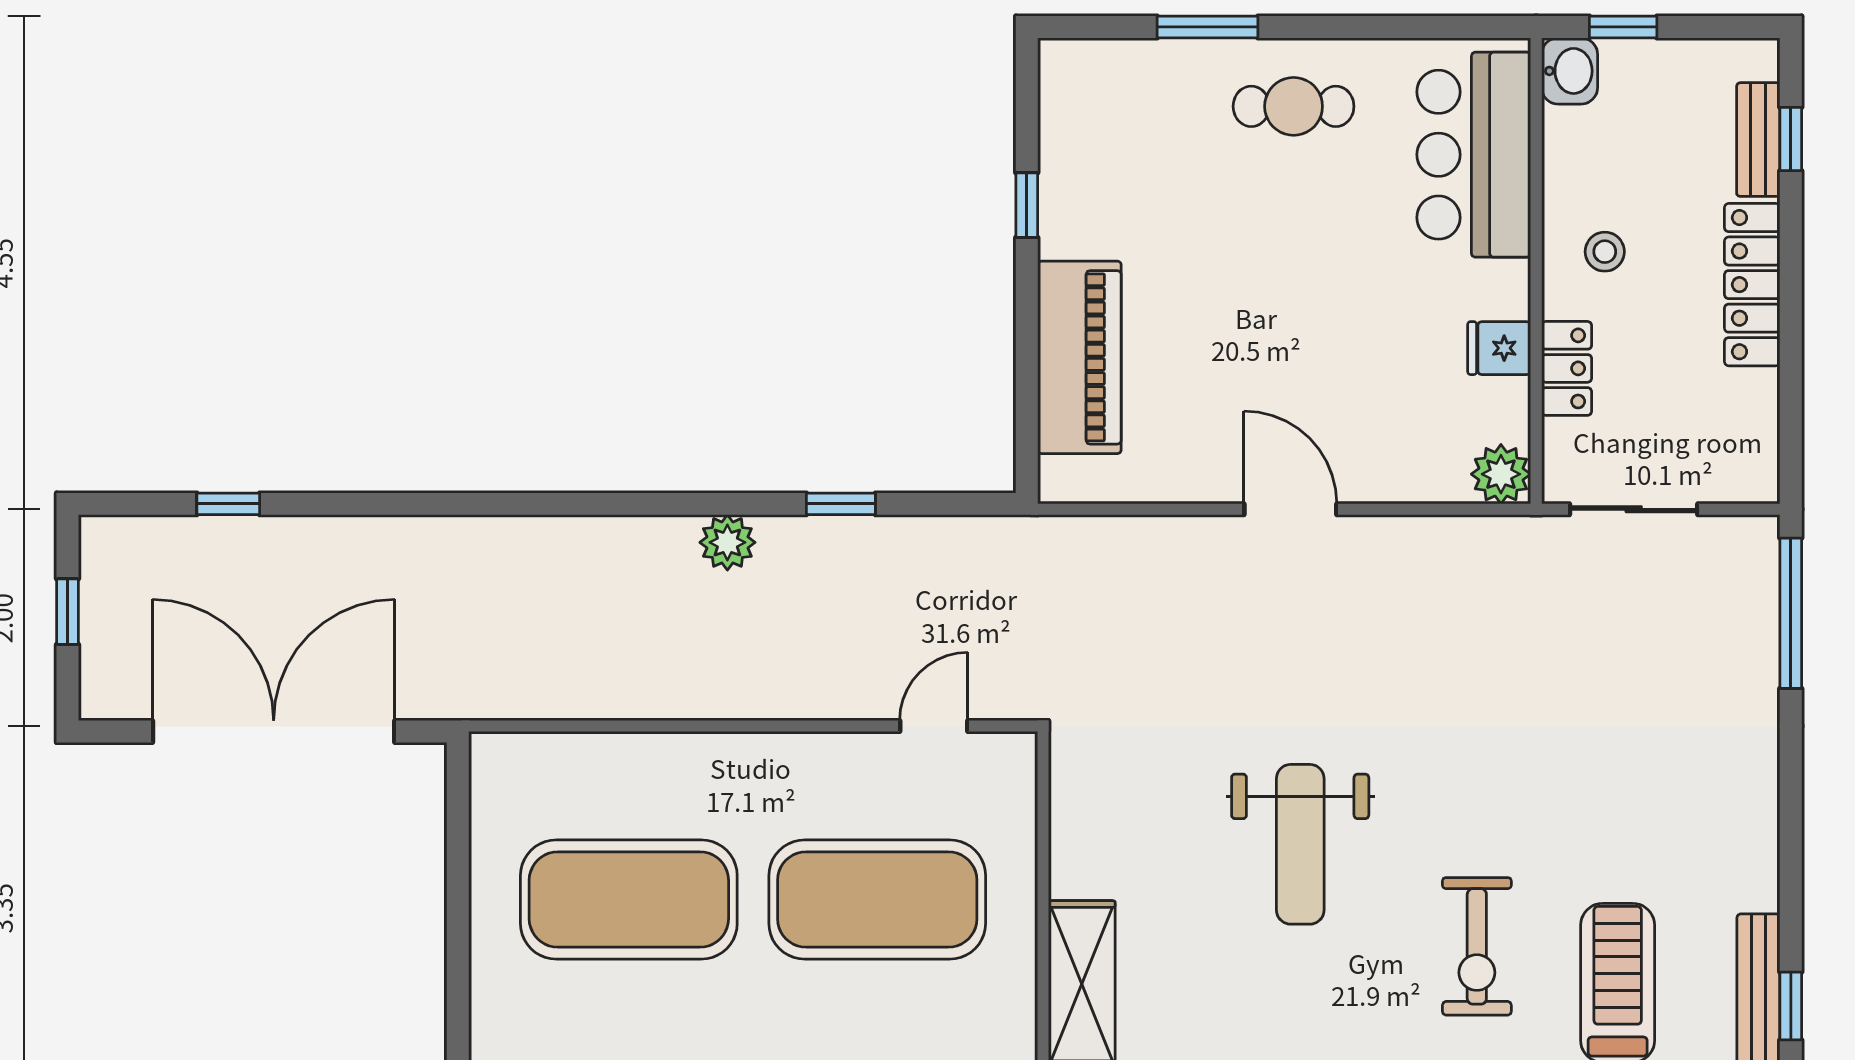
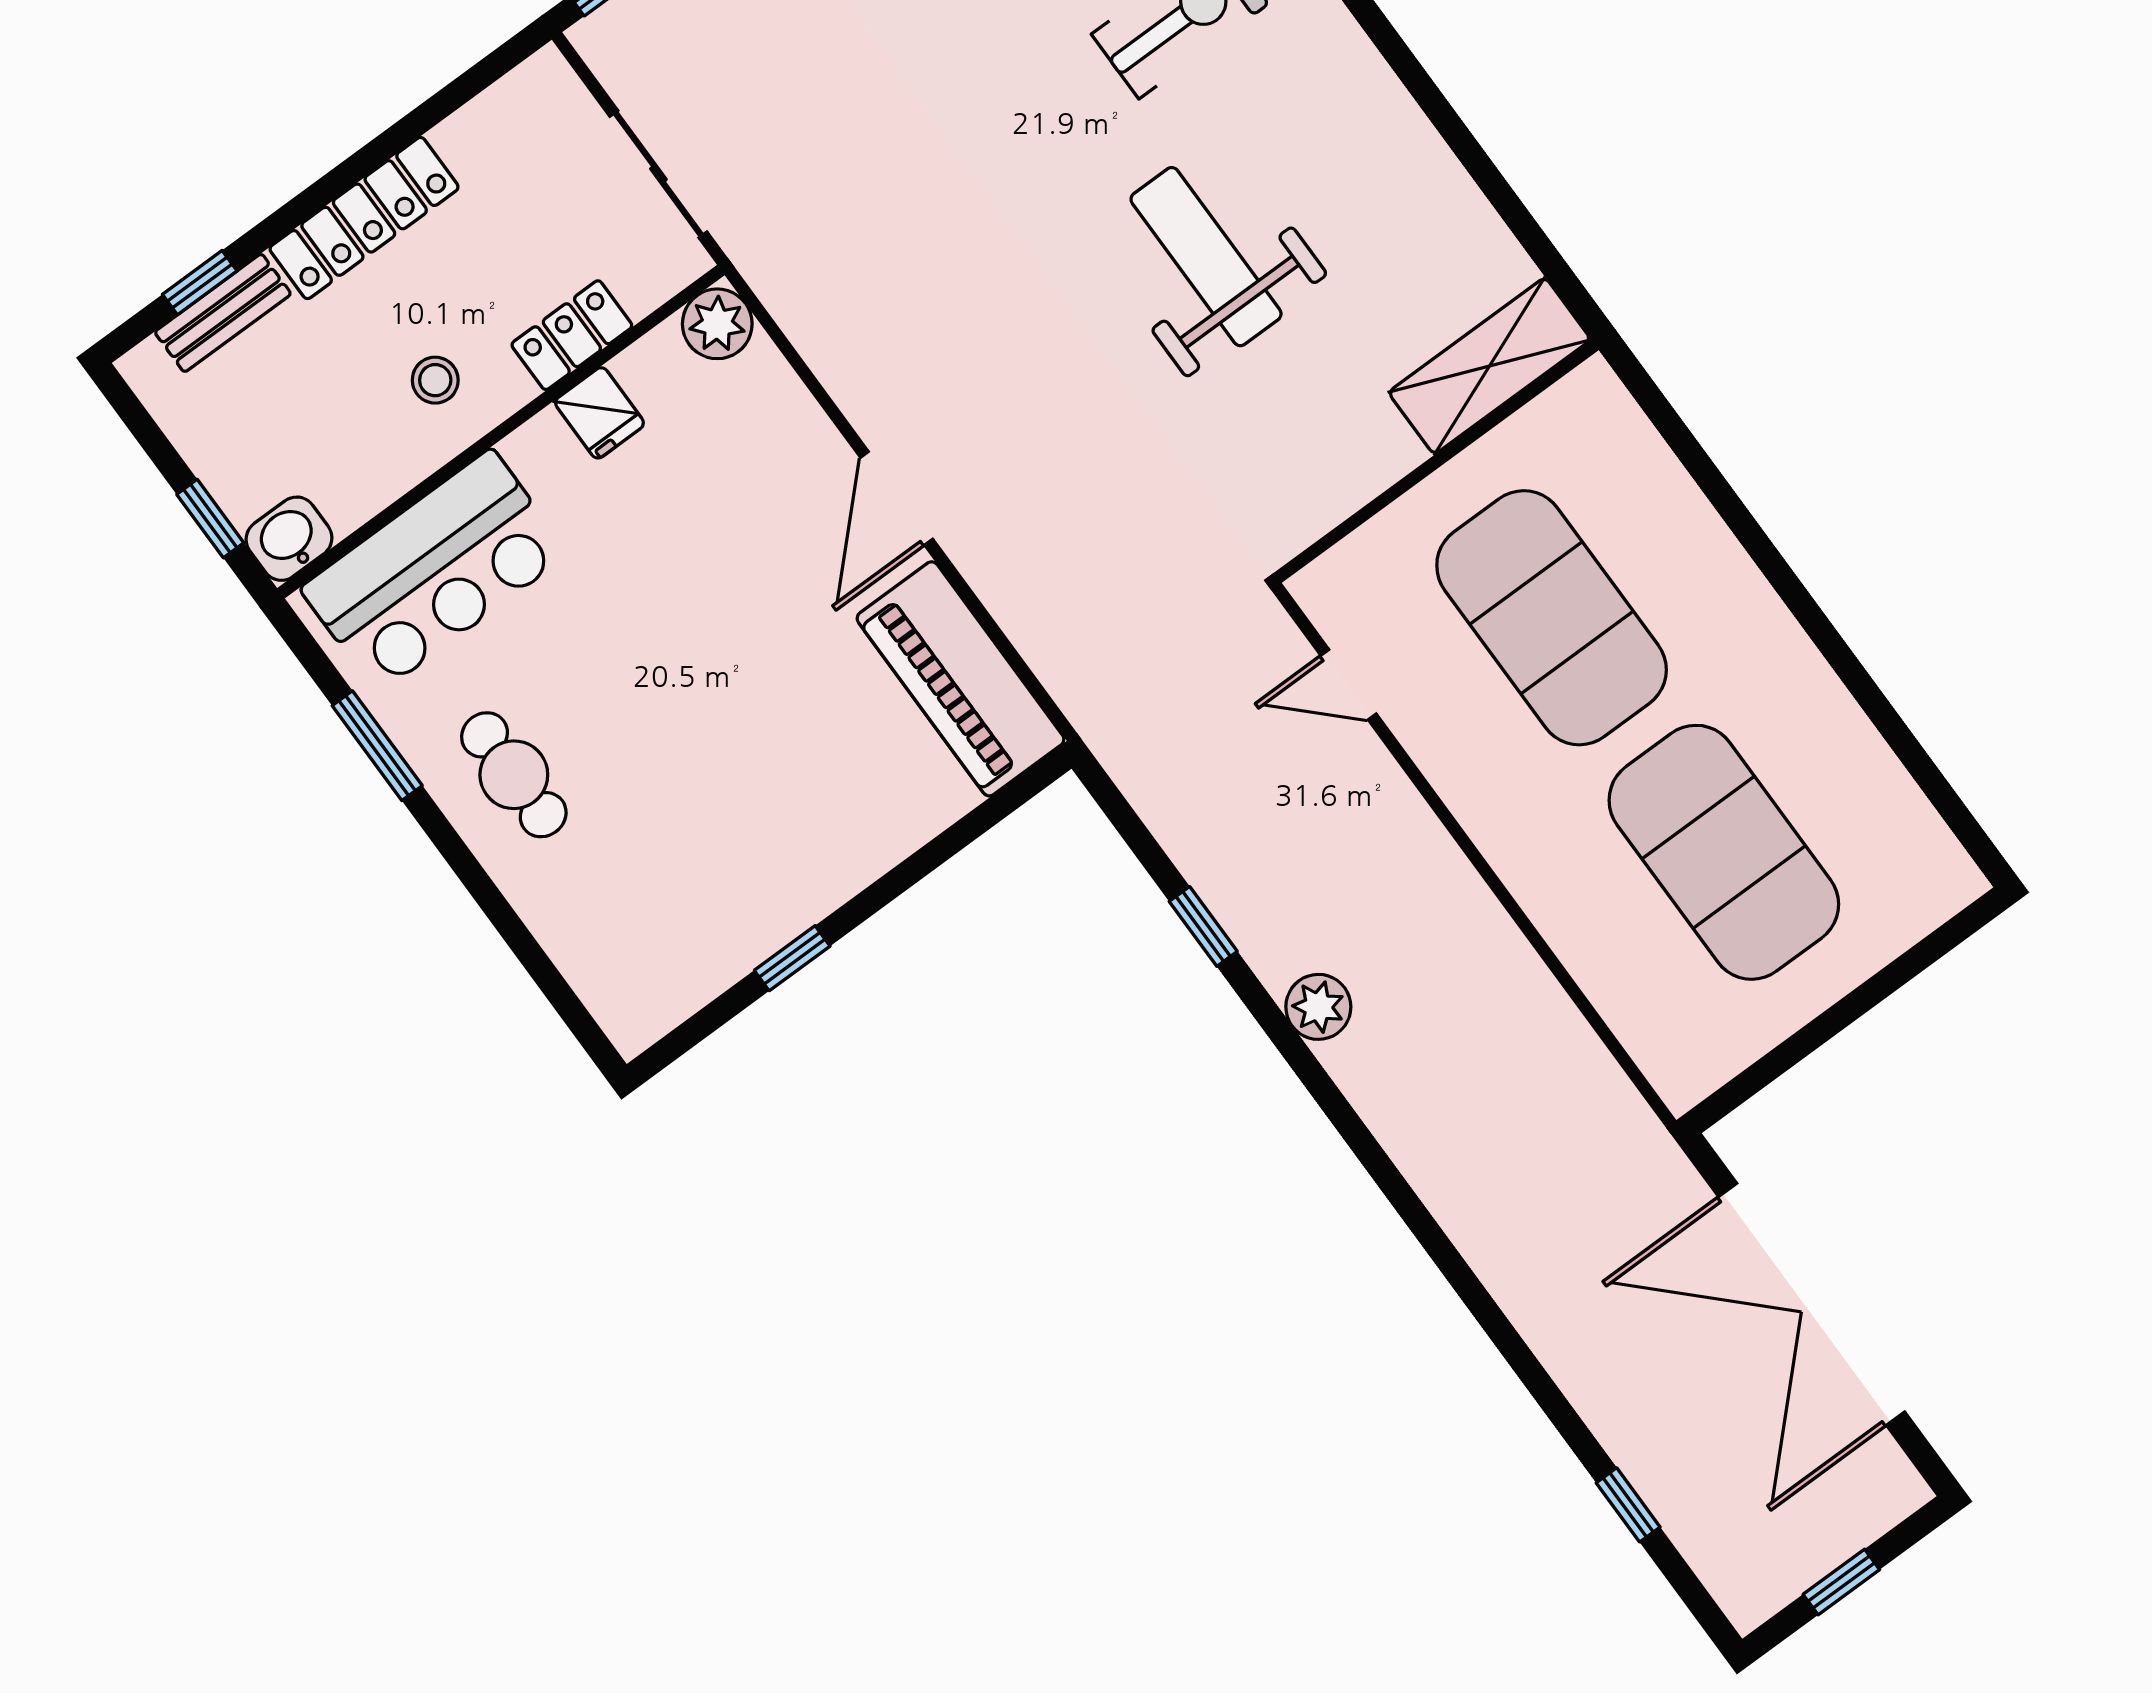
window: (1207, 27) -> (377, 746), moved
piano: (1079, 357) -> (960, 679), moved, turned -90
weight bench: (1300, 844) -> (1206, 257), turned -90

